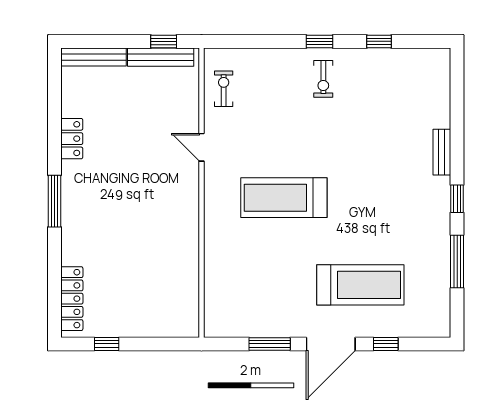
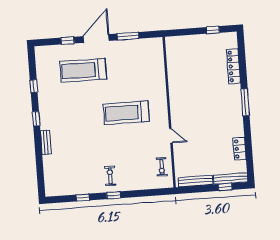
window: (164, 41) -> (225, 187), moved
locker: (72, 139) -> (240, 149), moved
treadmill: (284, 198) -> (126, 113), turned 180
window: (457, 262) -> (34, 86), width x0.46
locker: (72, 299) -> (233, 66), moved

